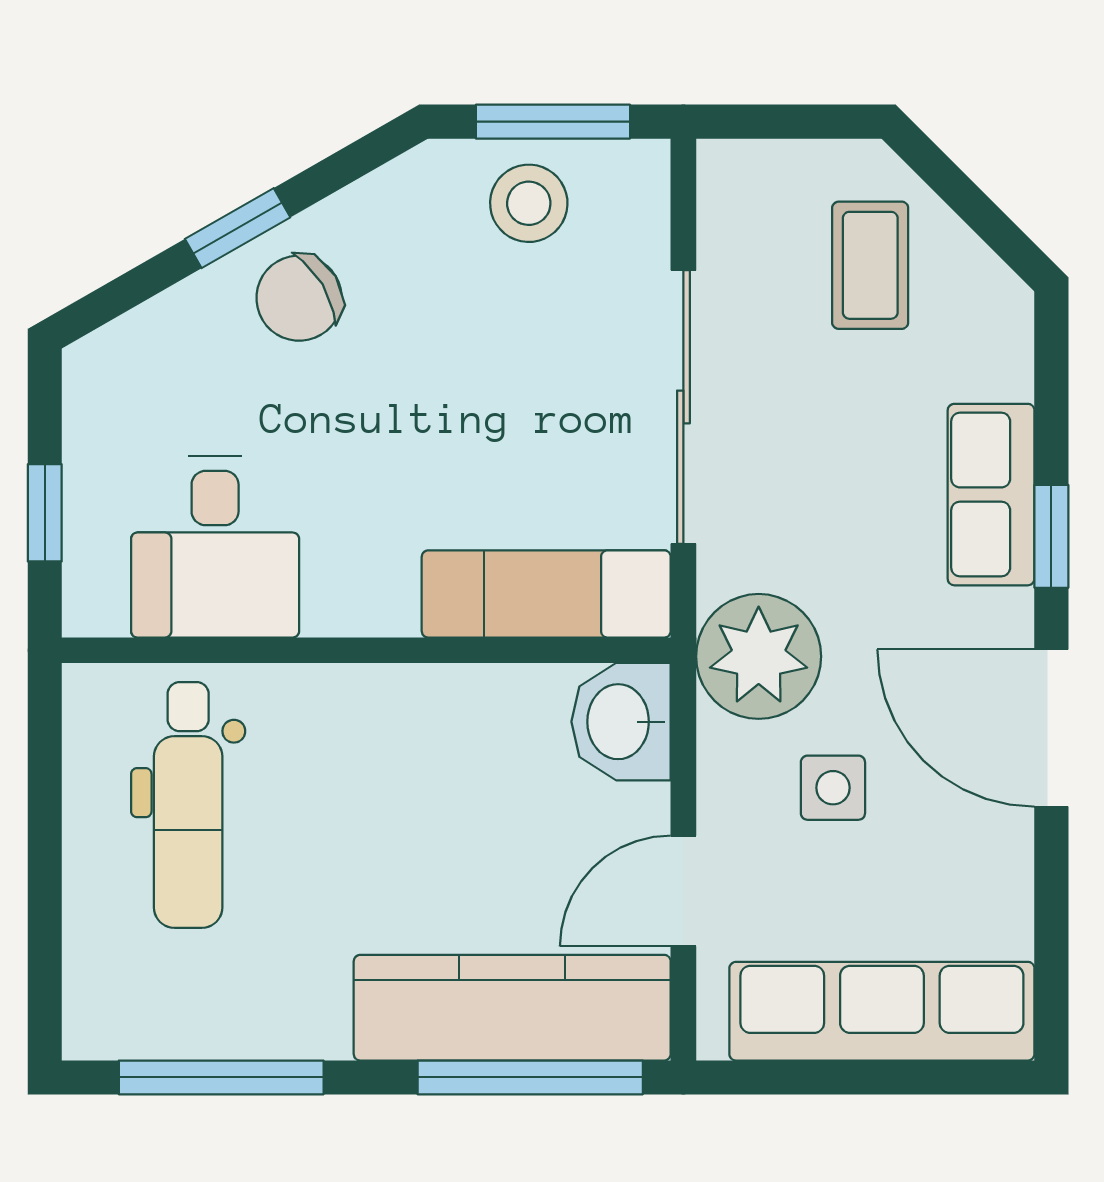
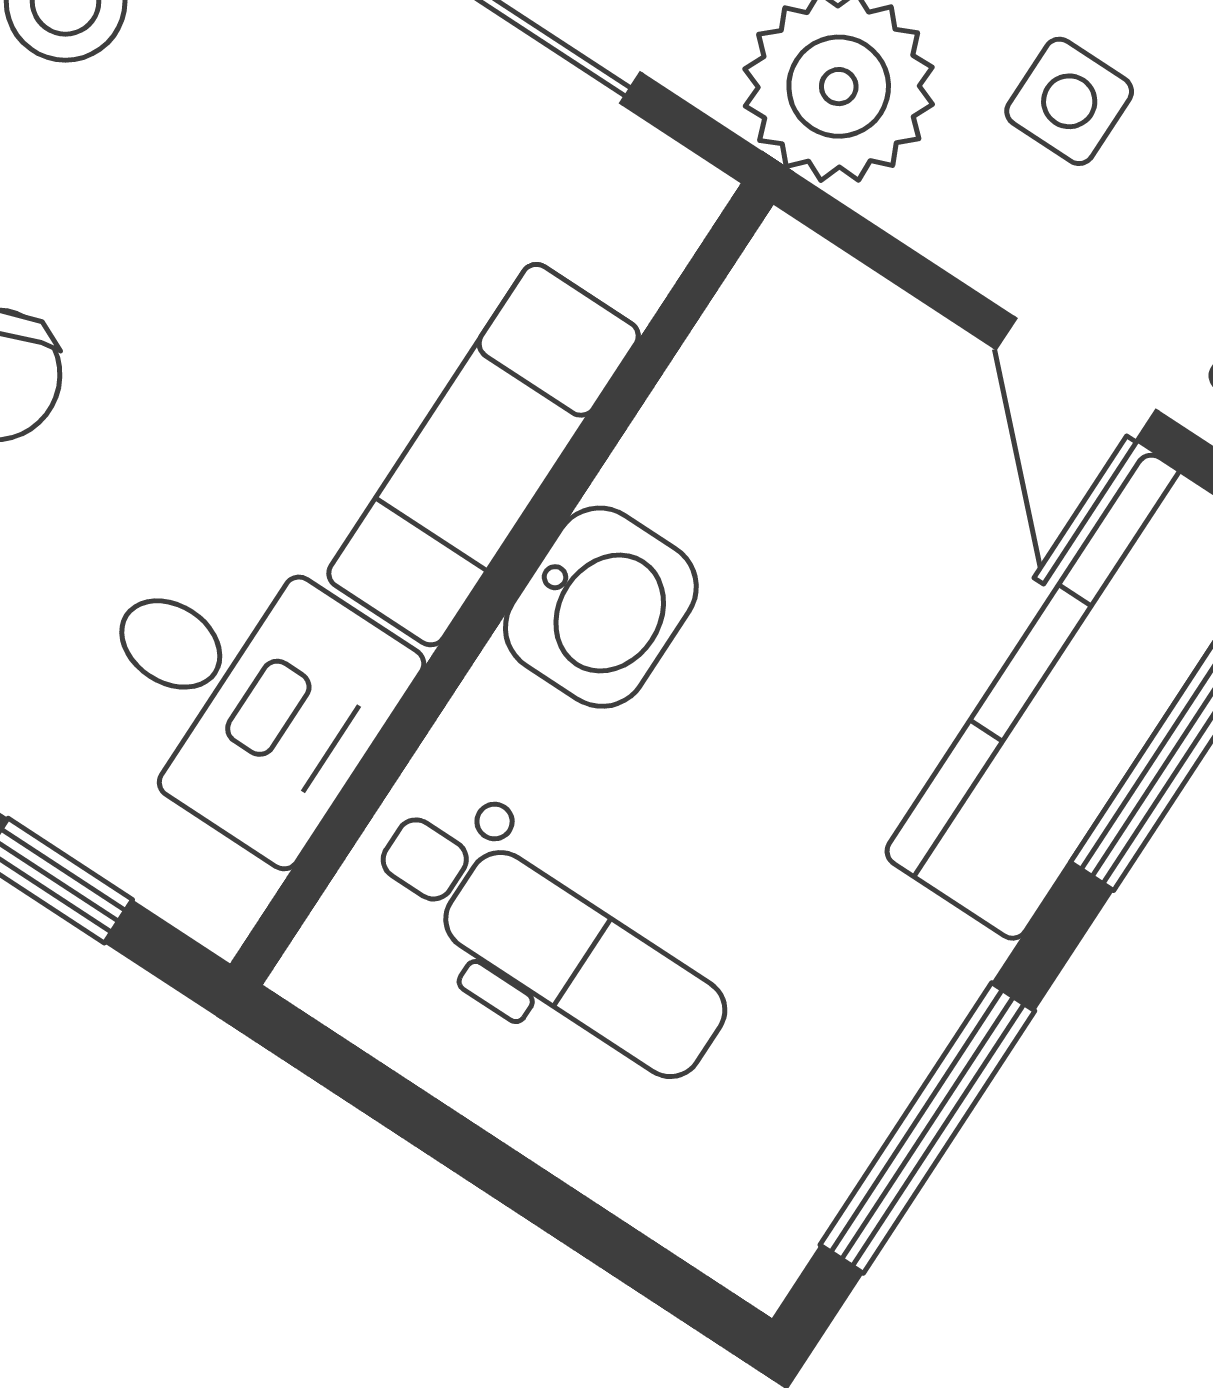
exam couch: (546, 594) -> (483, 455), moved
washbasin: (621, 722) -> (601, 607), moved, turned -90

